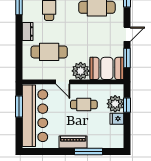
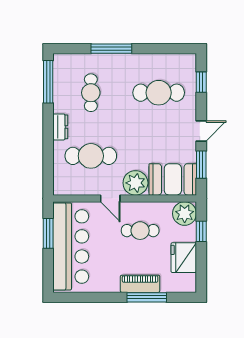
plant: (115, 104) -> (185, 214), moved
fridge: (117, 119) -> (184, 258), width x1.88, depth x1.34
piano: (73, 142) -> (140, 284), moved

